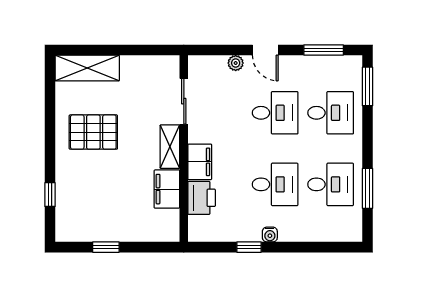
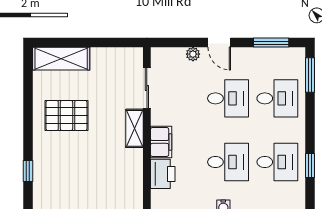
window: (367, 188) -> (310, 166), width x0.67
filing cabinet: (167, 189) -> (132, 166), removed

